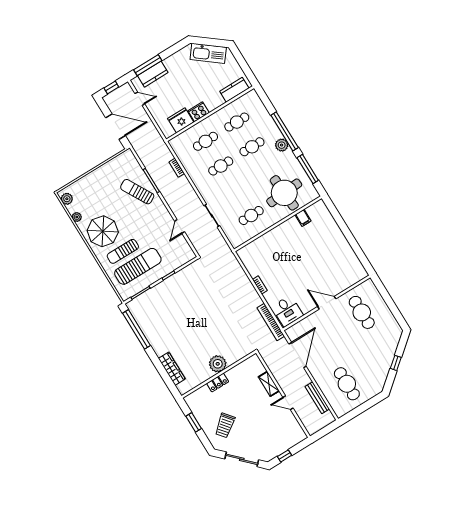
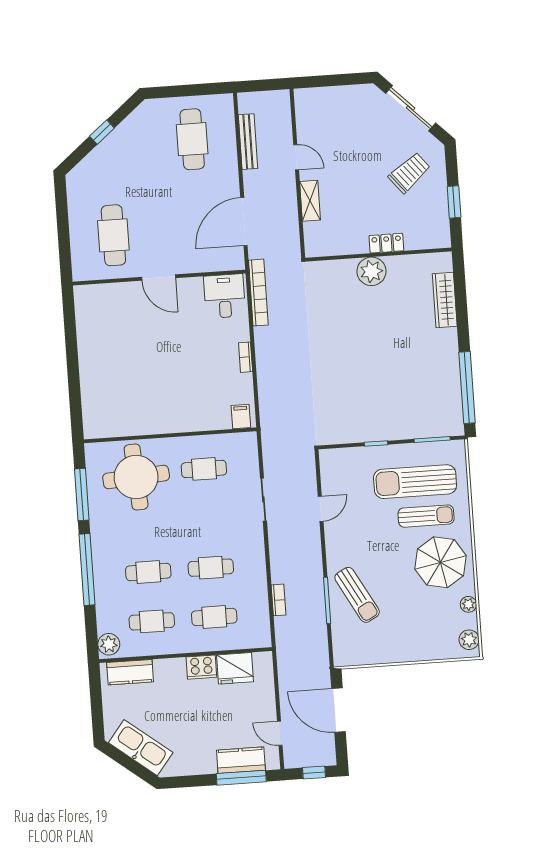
plant: (282, 145) -> (109, 644), moved
filing cabinet: (303, 218) -> (241, 417), moved
window: (284, 456) -> (343, 80), removed

